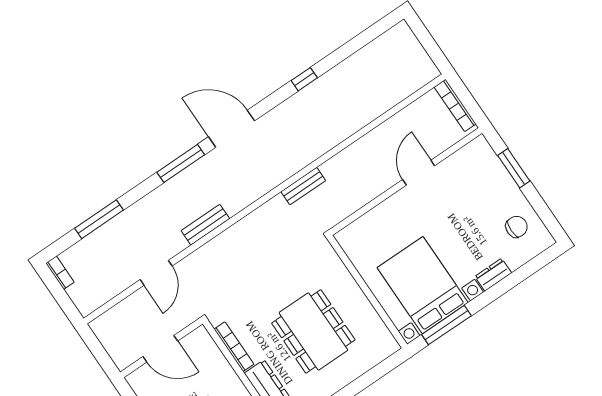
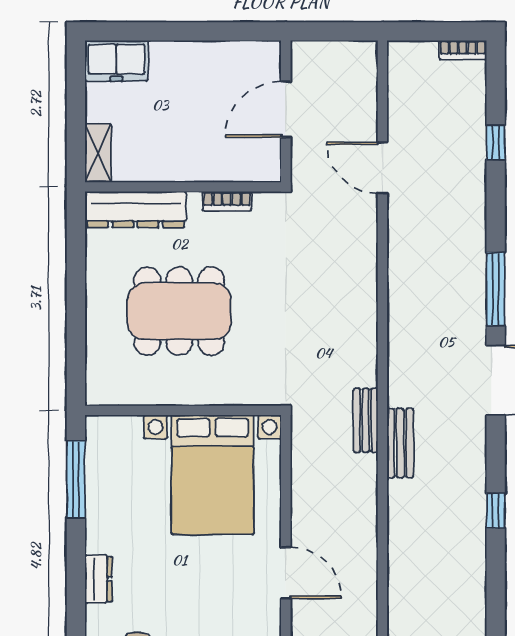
window: (99, 219) -> (496, 142), width x0.46
bench: (205, 225) -> (400, 443), moved
bed with nightstands: (423, 285) -> (213, 475), moved, turned 90
bookcase: (234, 347) -> (227, 201), width x0.64

